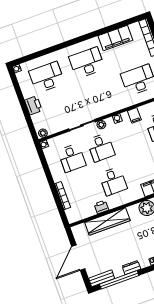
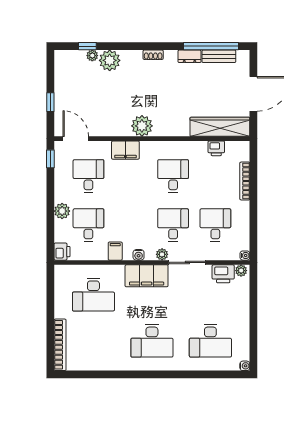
filing cabinet: (115, 38) -> (147, 276), moved, turned 180
printer: (33, 105) -> (223, 274), moved, turned -90
printer: (101, 207) -> (216, 148), moved
wardrobe: (107, 221) -> (220, 127), moved
bench: (102, 278) -> (219, 56), moved

